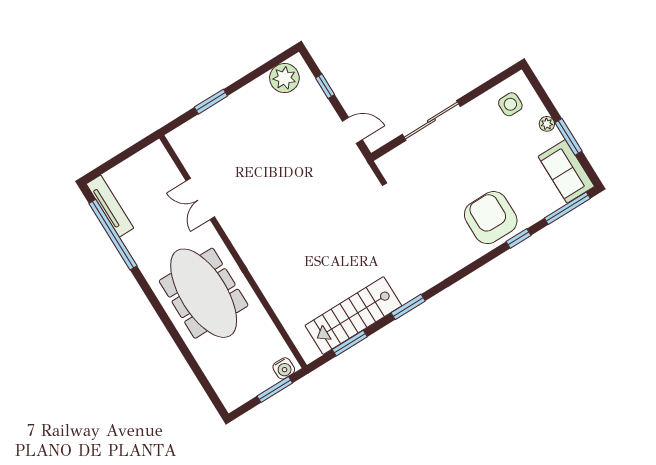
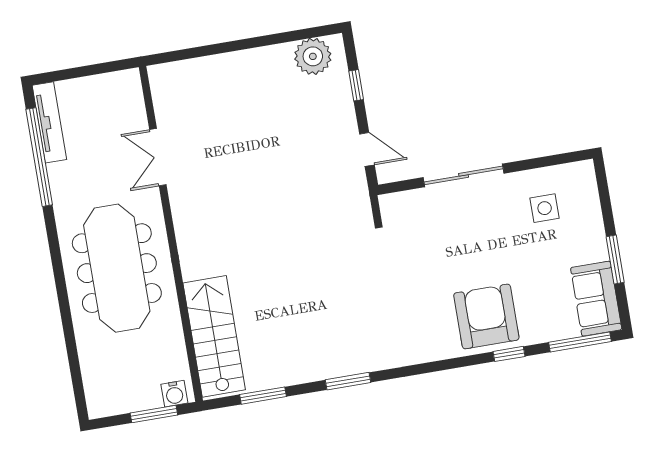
window: (211, 102) -> (216, 49), removed
side table: (510, 104) -> (545, 208), moved
plant: (547, 124) -> (596, 234), removed
stairs: (353, 316) -> (214, 336), moved, turned 90

